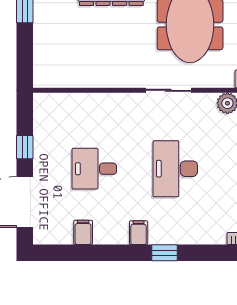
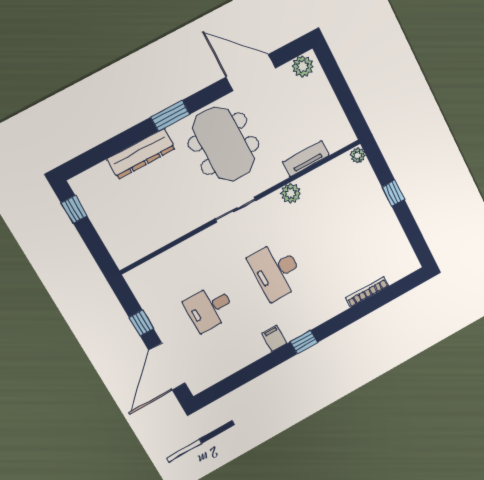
filing cabinet: (83, 232) -> (229, 363), removed

